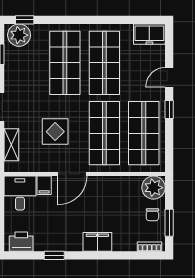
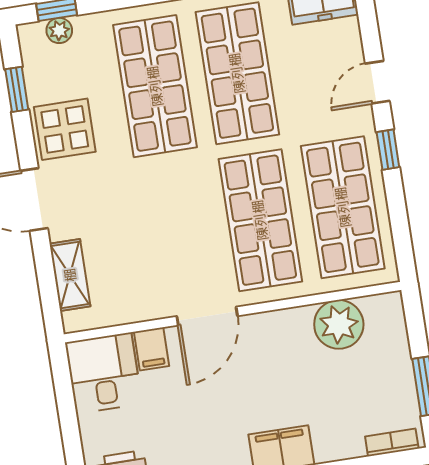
plant: (19, 35) -> (59, 30), width x0.53, depth x0.53
display table: (55, 132) -> (65, 129), moved
plant: (154, 188) -> (339, 324), moved
chair: (152, 215) -> (388, 375), removed

